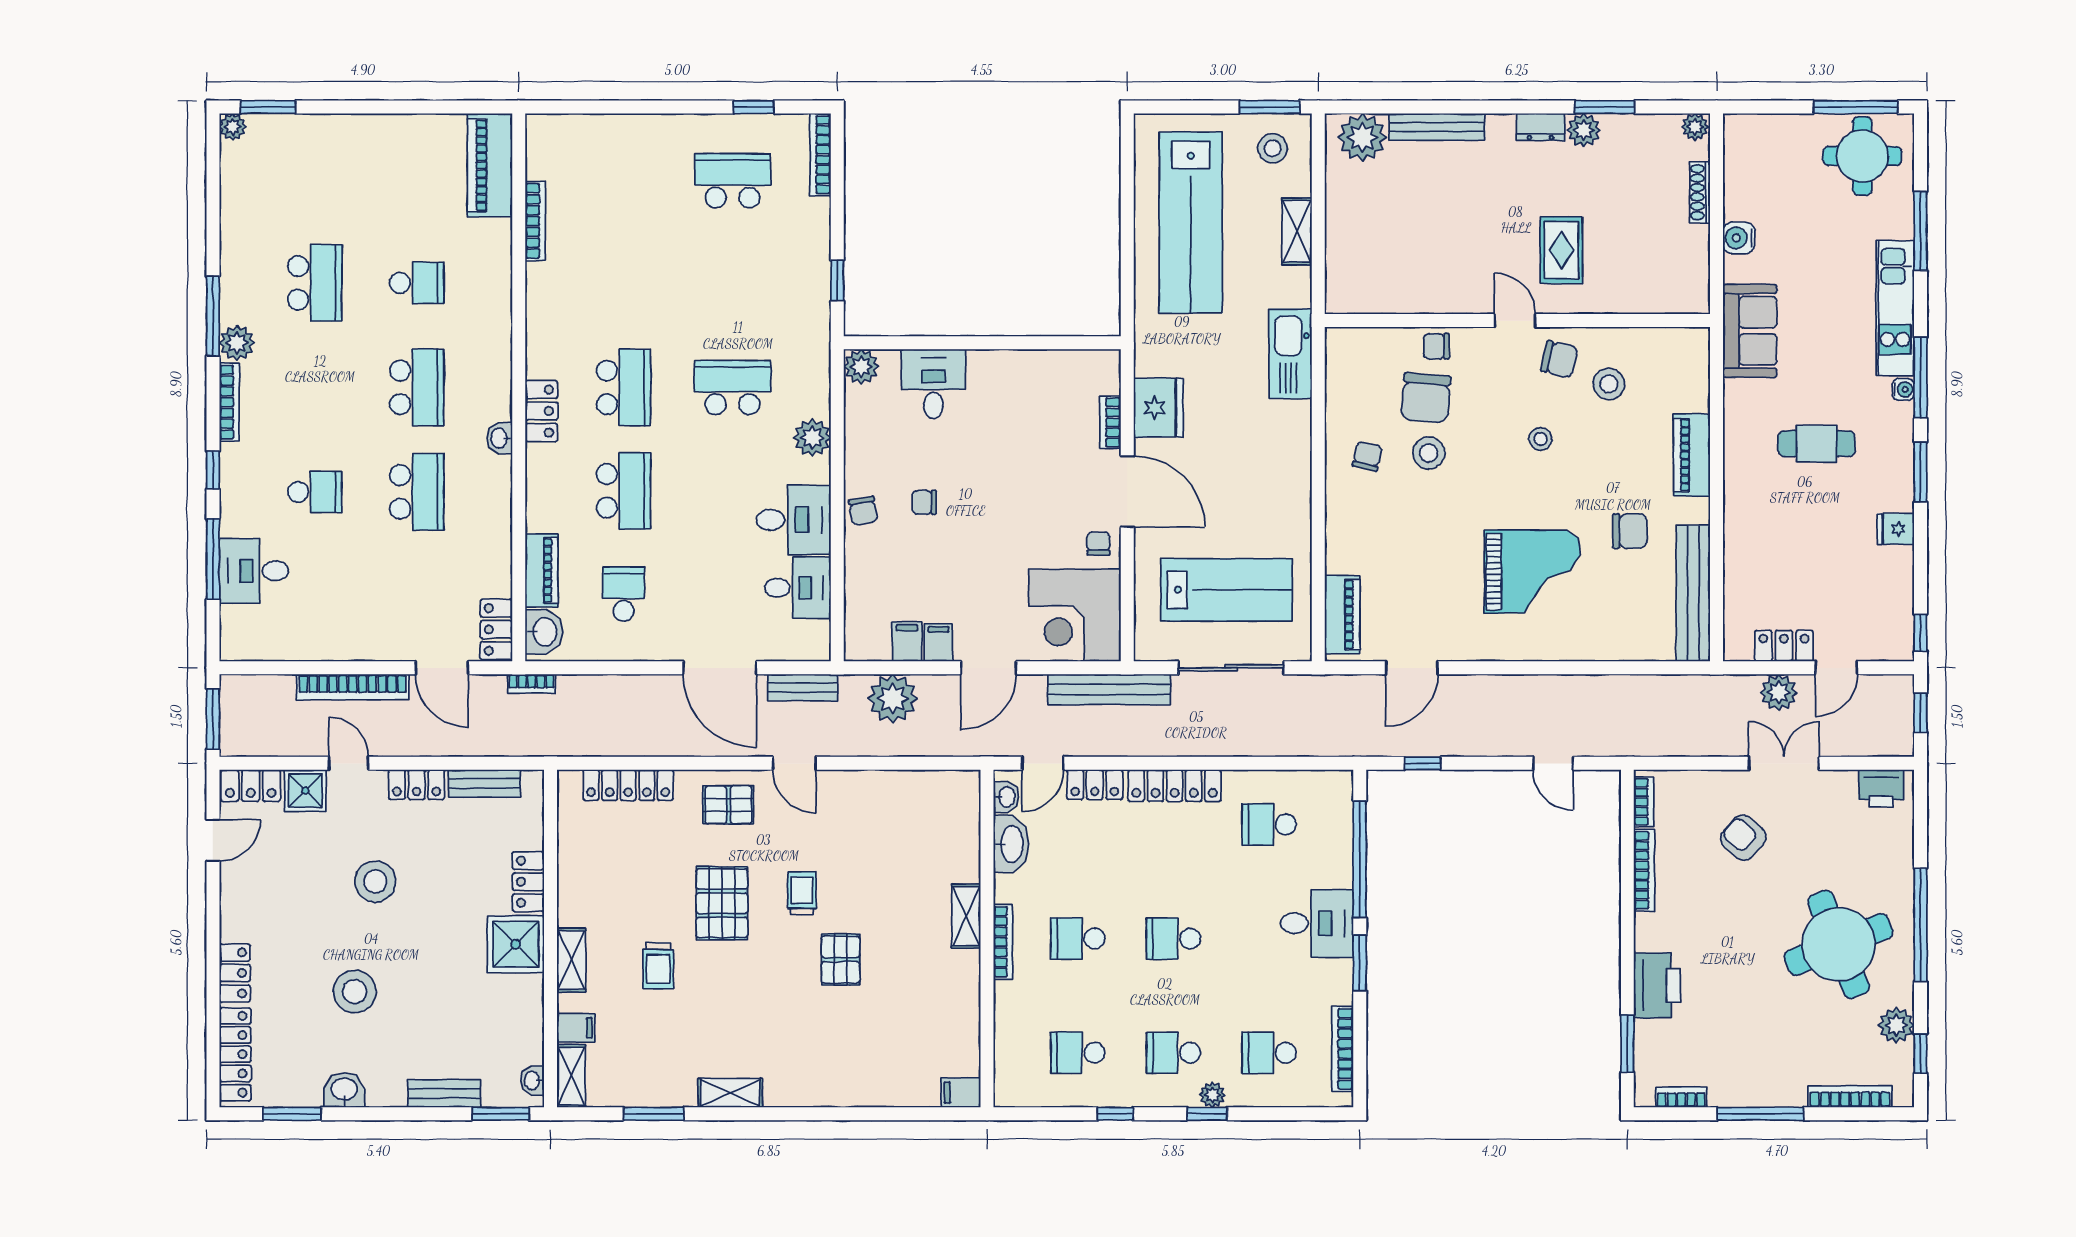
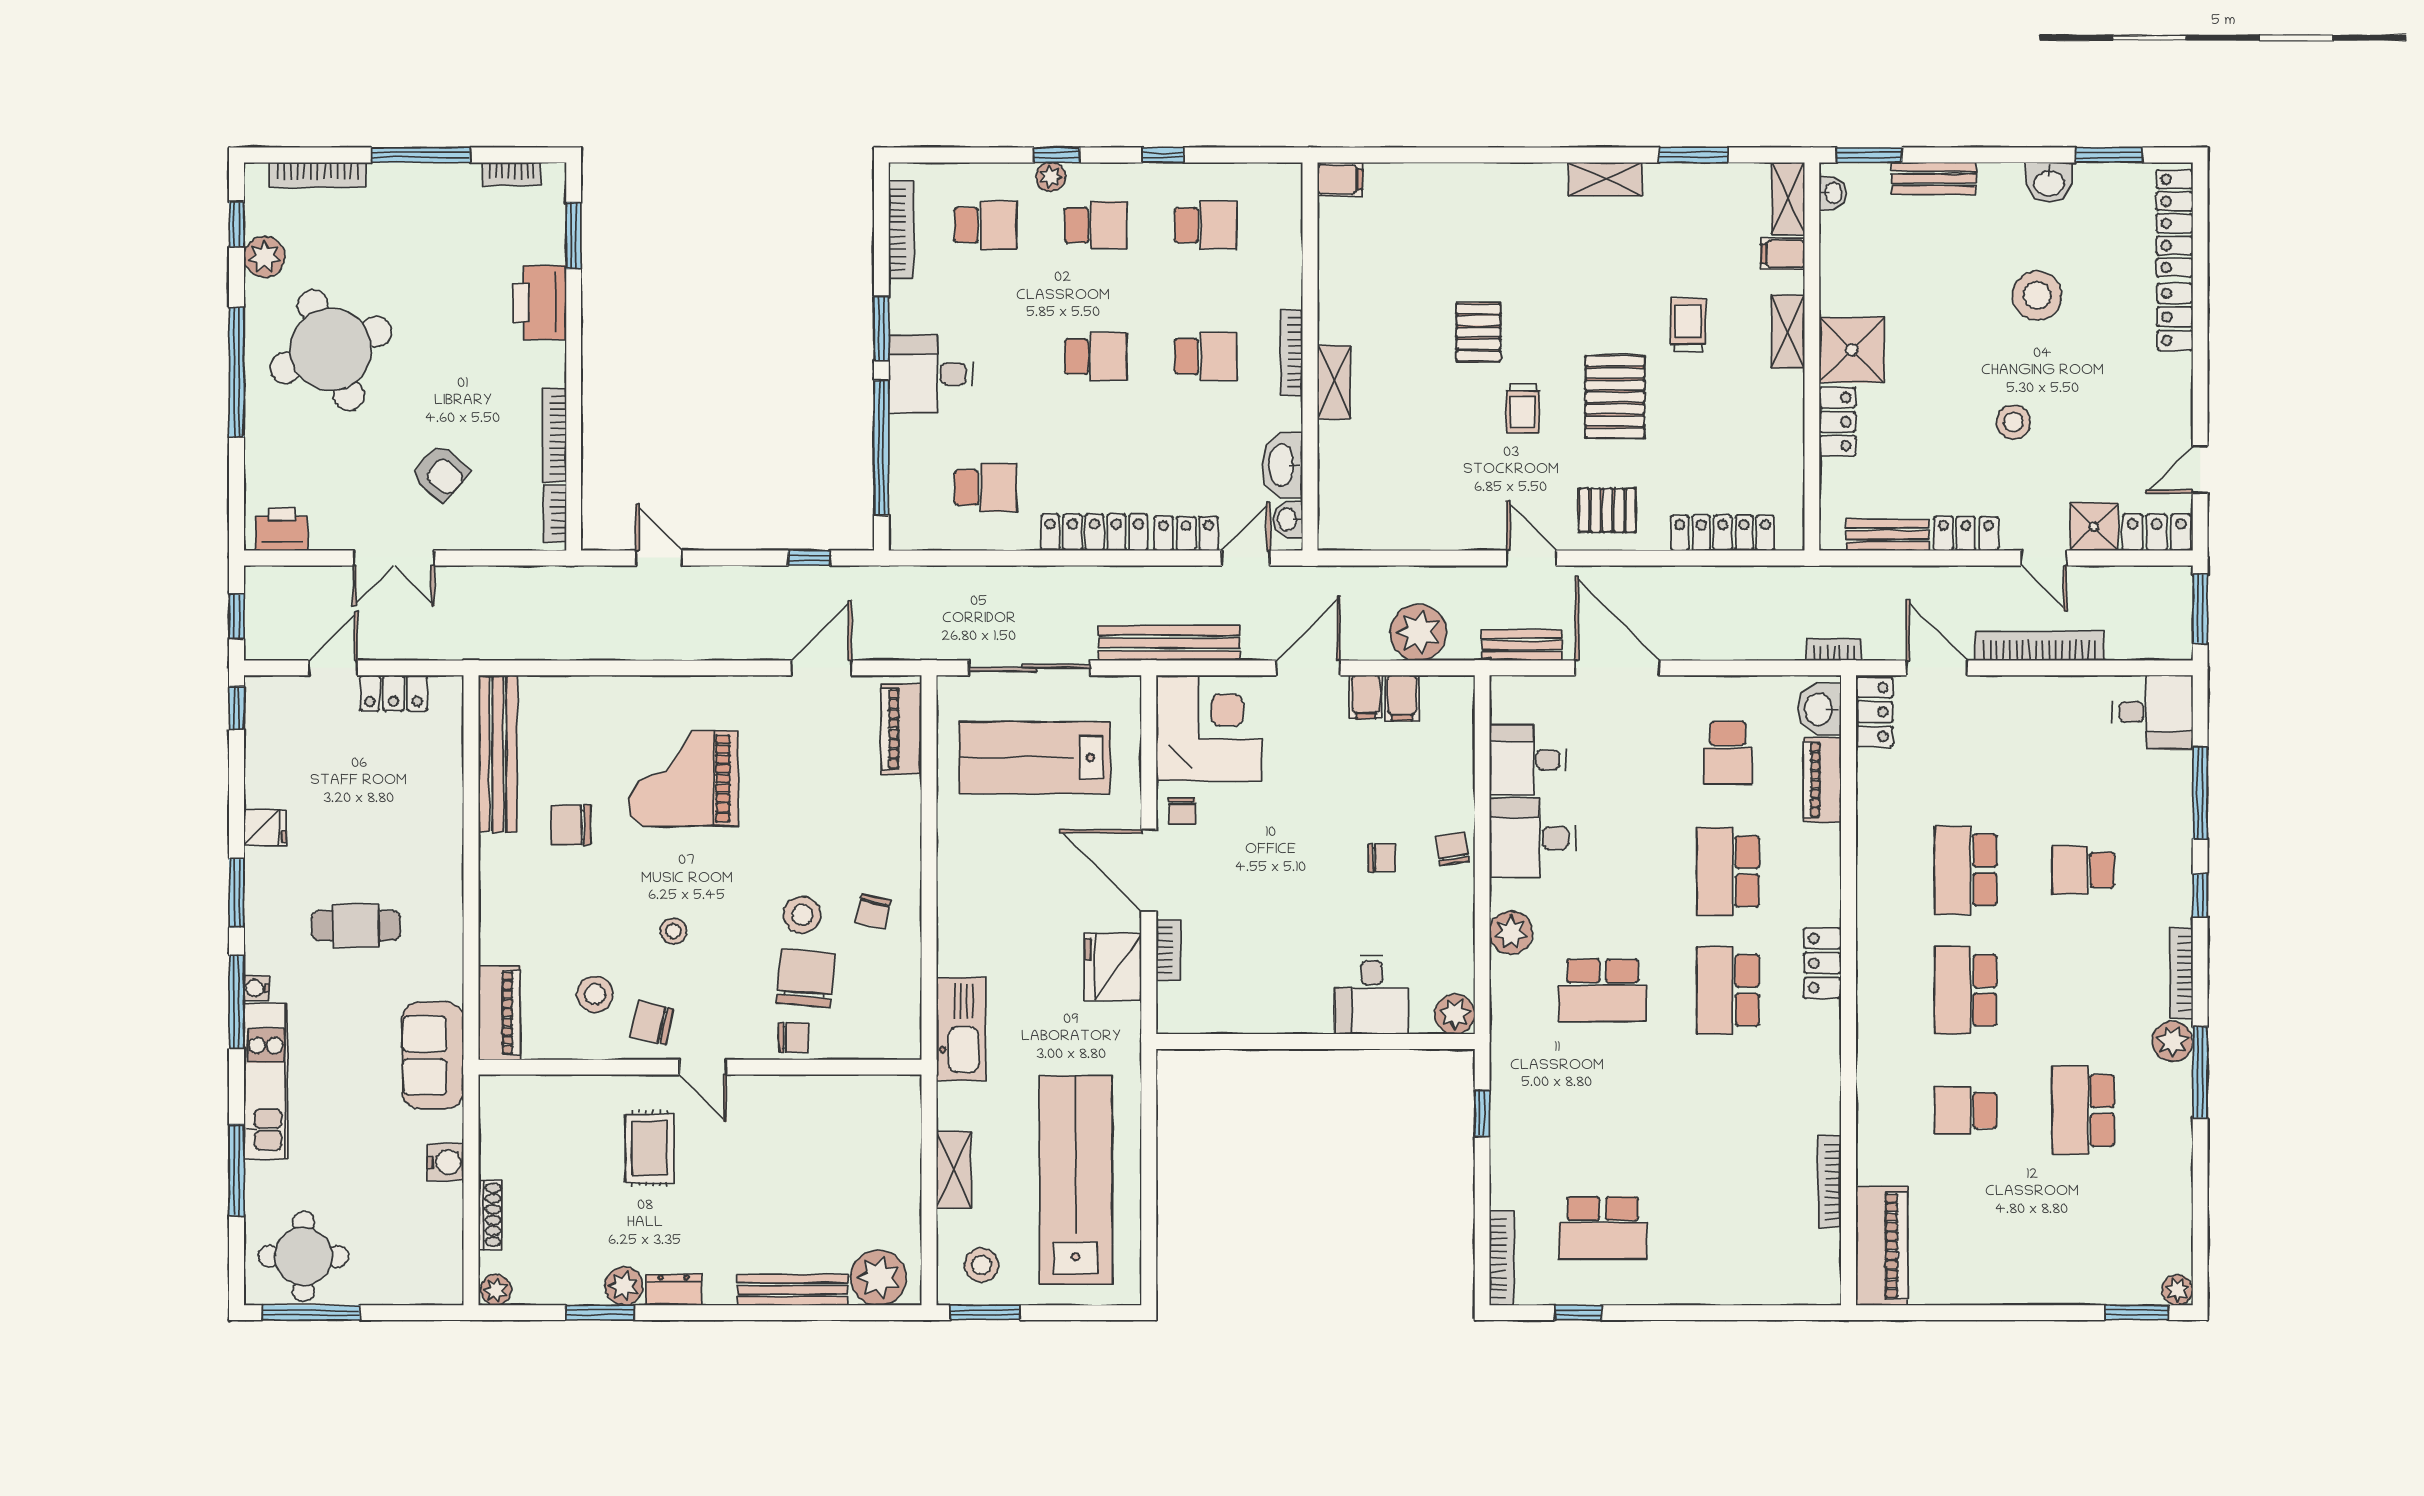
washbasin: (500, 438) -> (1870, 932), removed
piano: (1692, 455) -> (499, 1013), moved
desk: (254, 571) -> (2153, 712), moved
plant: (1779, 692) -> (400, 640), removed
stool: (375, 881) -> (2013, 422), width x0.73, depth x0.73

